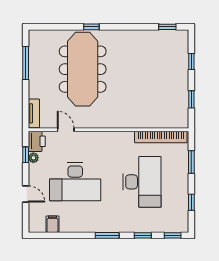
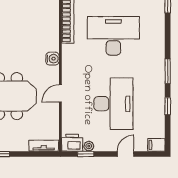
water cooler: (119, 122) -> (53, 59), added
door: (66, 130) -> (60, 93), moved
filing cabinet: (52, 224) -> (156, 145), moved
window: (143, 235) -> (168, 106), moved

